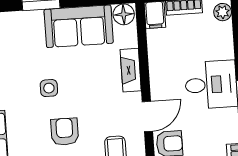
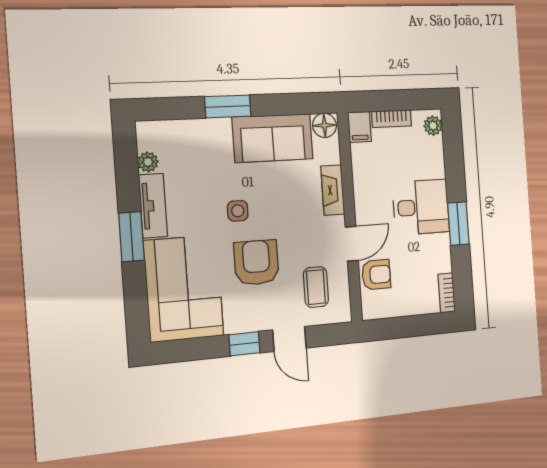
armchair: (65, 132) -> (256, 263), width x1.38, depth x1.38

